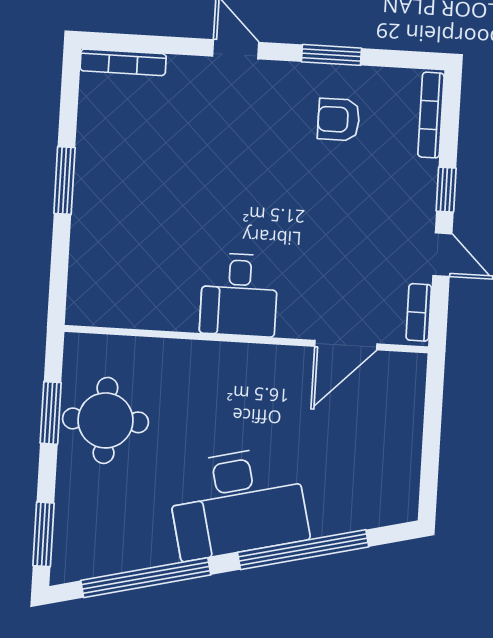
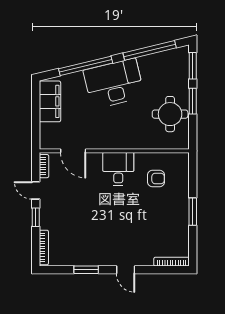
armchair: (339, 120) -> (156, 179), moved
door: (346, 345) -> (73, 151), swing flipped
window: (51, 413) -> (193, 101), moved
filing cabinet: (395, 468) -> (50, 101), added

